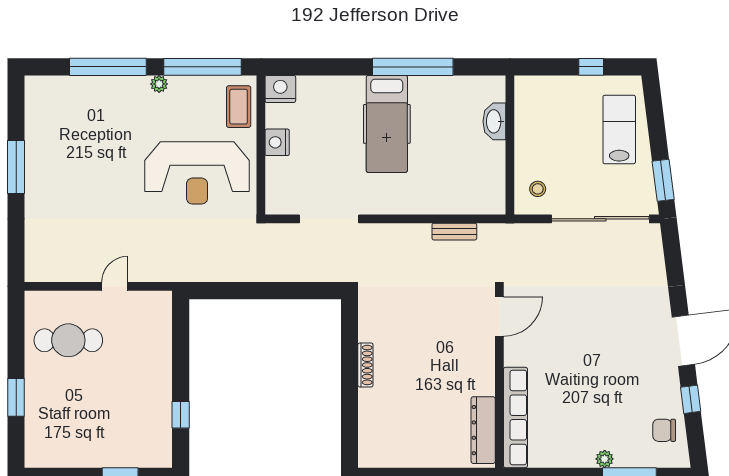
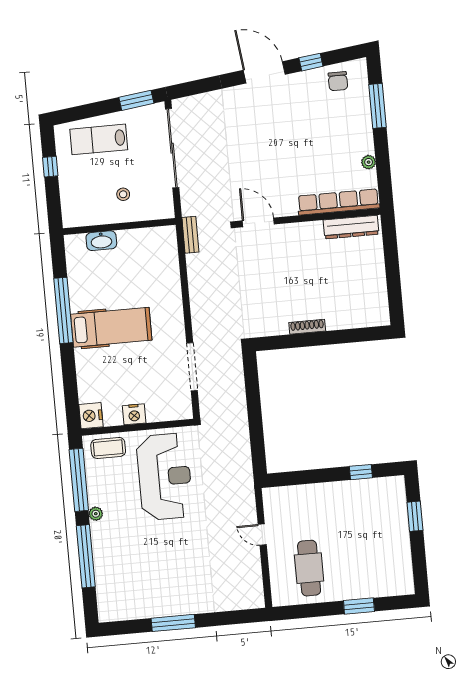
stool: (538, 189) -> (123, 194), moved
bench: (454, 232) -> (190, 235), moved
plant: (605, 459) -> (369, 162), moved

